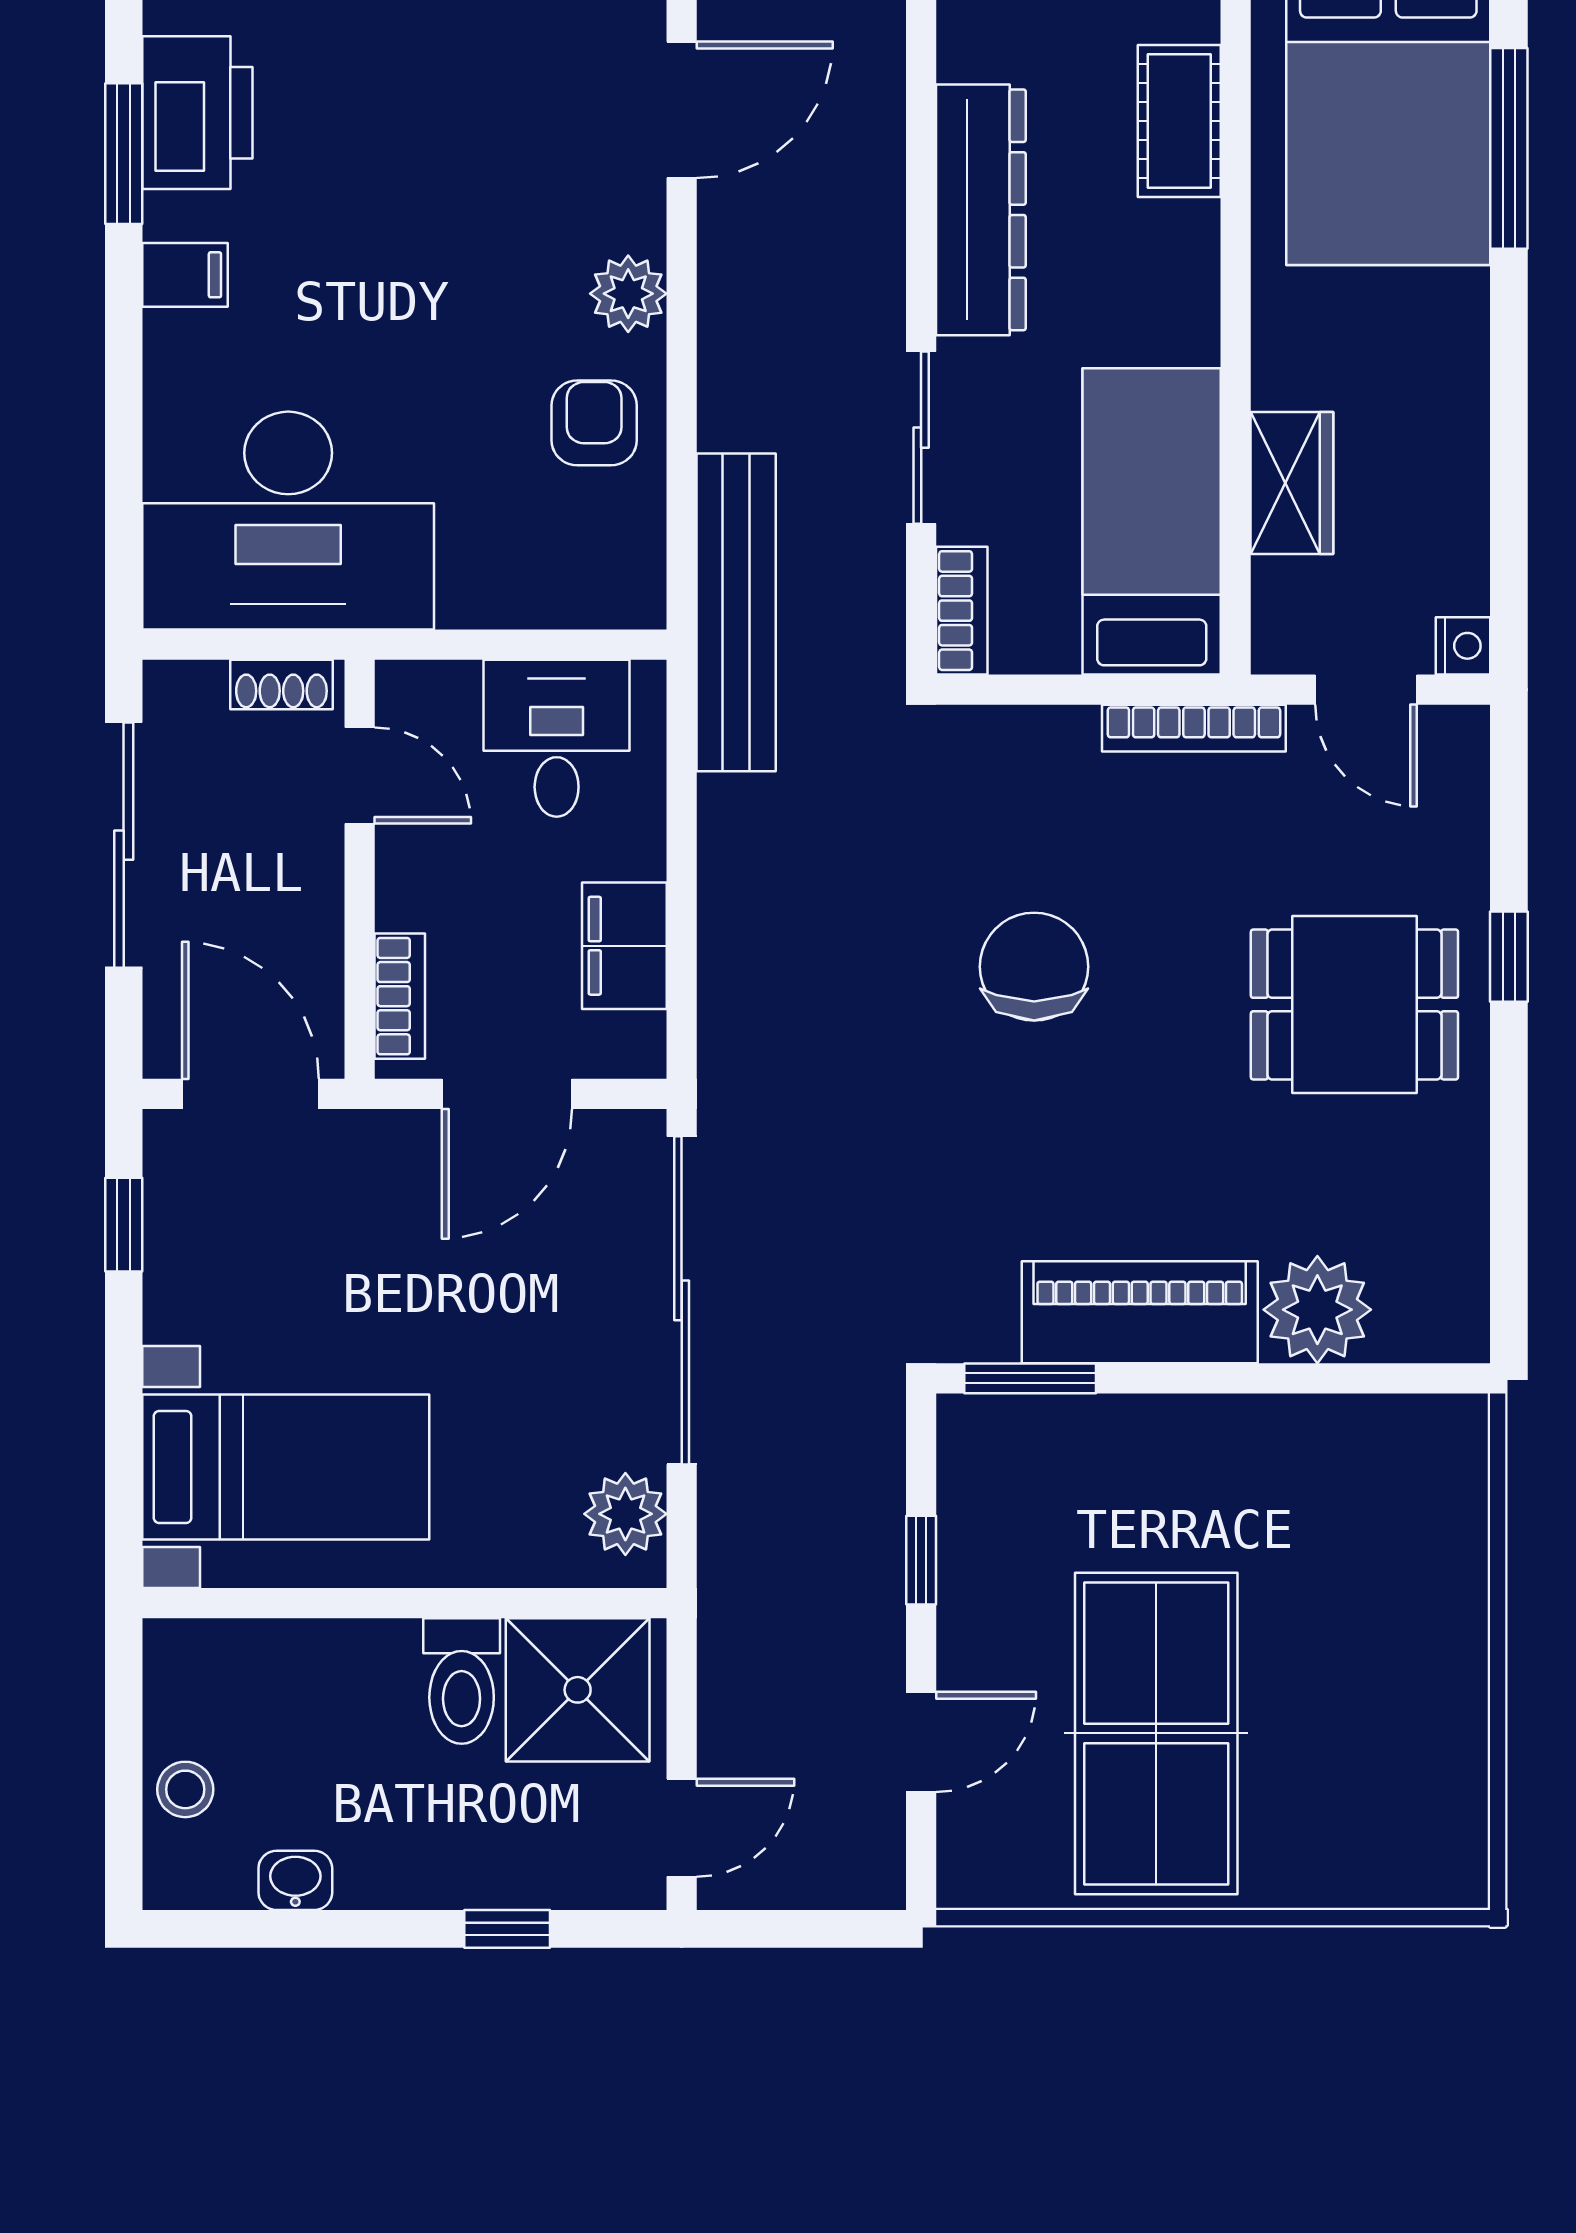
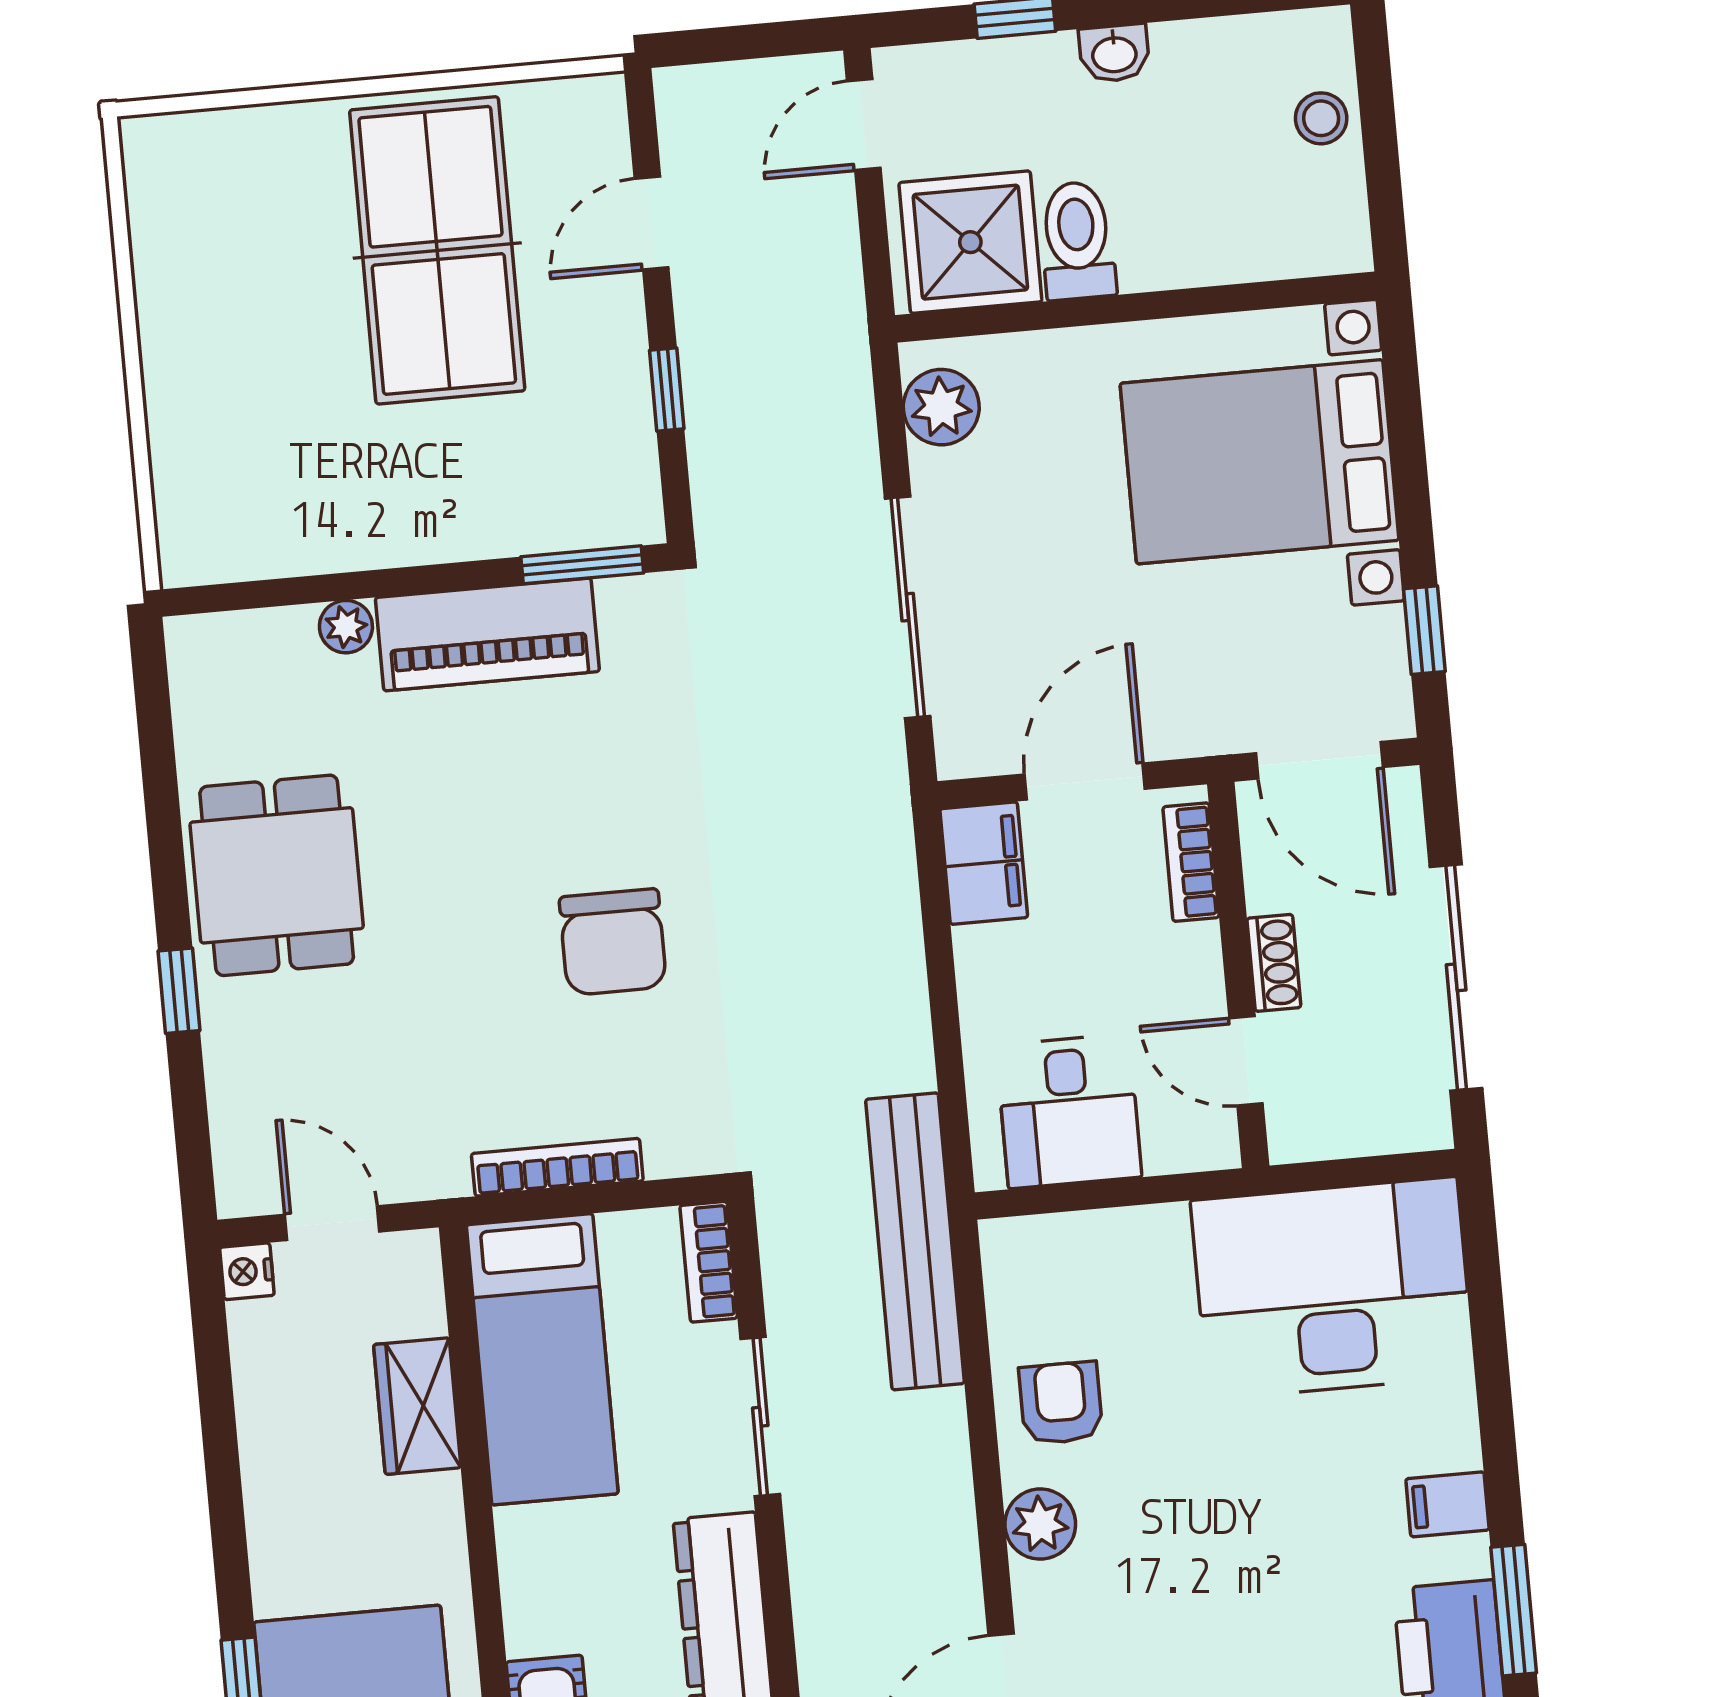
armchair: (594, 423) -> (1061, 1403), turned 180
shoe rack: (281, 684) -> (1274, 963), moved, turned 90
bookcase: (1194, 728) -> (557, 1167), moved
filing cabinet: (624, 946) -> (984, 863), moved
dining table: (1354, 1005) -> (277, 875), moved, turned 90
sliding door: (682, 1300) -> (908, 607), width x0.73
plant: (1317, 1310) -> (346, 627), width x0.53, depth x0.53
bed with nightstands: (286, 1467) -> (1260, 462), width x1.36
washbasin: (295, 1880) -> (1114, 53), moved

